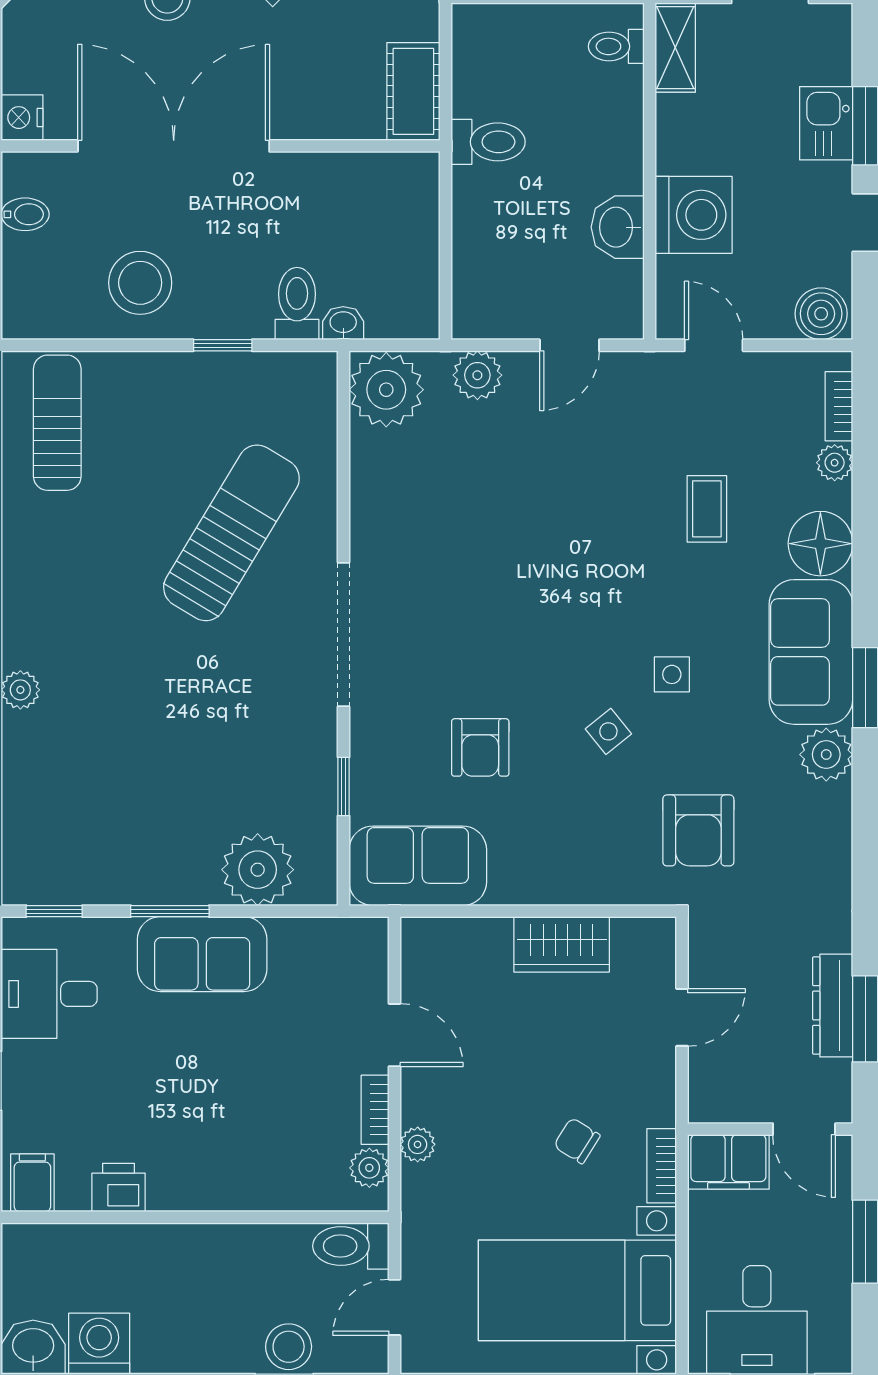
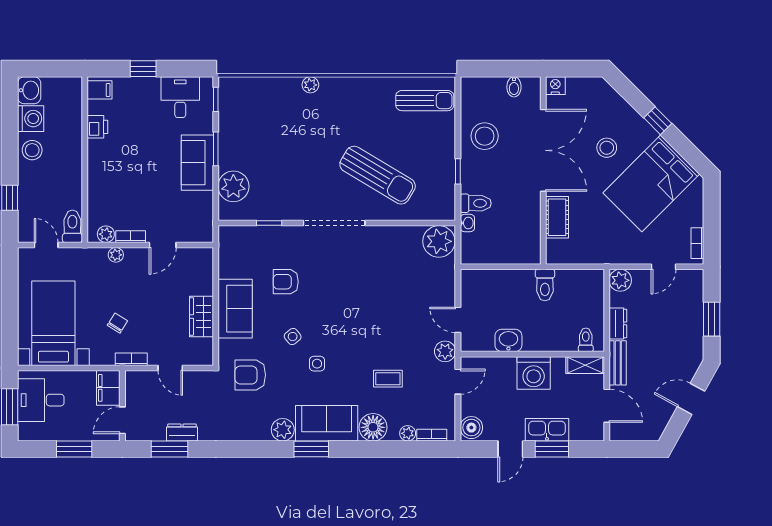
cot: (413, 91) -> (557, 217), moved, turned 90
kitchen sink: (826, 123) -> (547, 430), width x1.38
washing machine: (694, 215) -> (534, 373), moved
plant: (477, 375) -> (445, 351), moved
sofa: (418, 866) -> (235, 309), moved
dresser: (833, 1006) -> (182, 432), width x0.70
bookcase: (662, 1166) -> (131, 359), moved
stool: (289, 1347) -> (32, 150), moved

